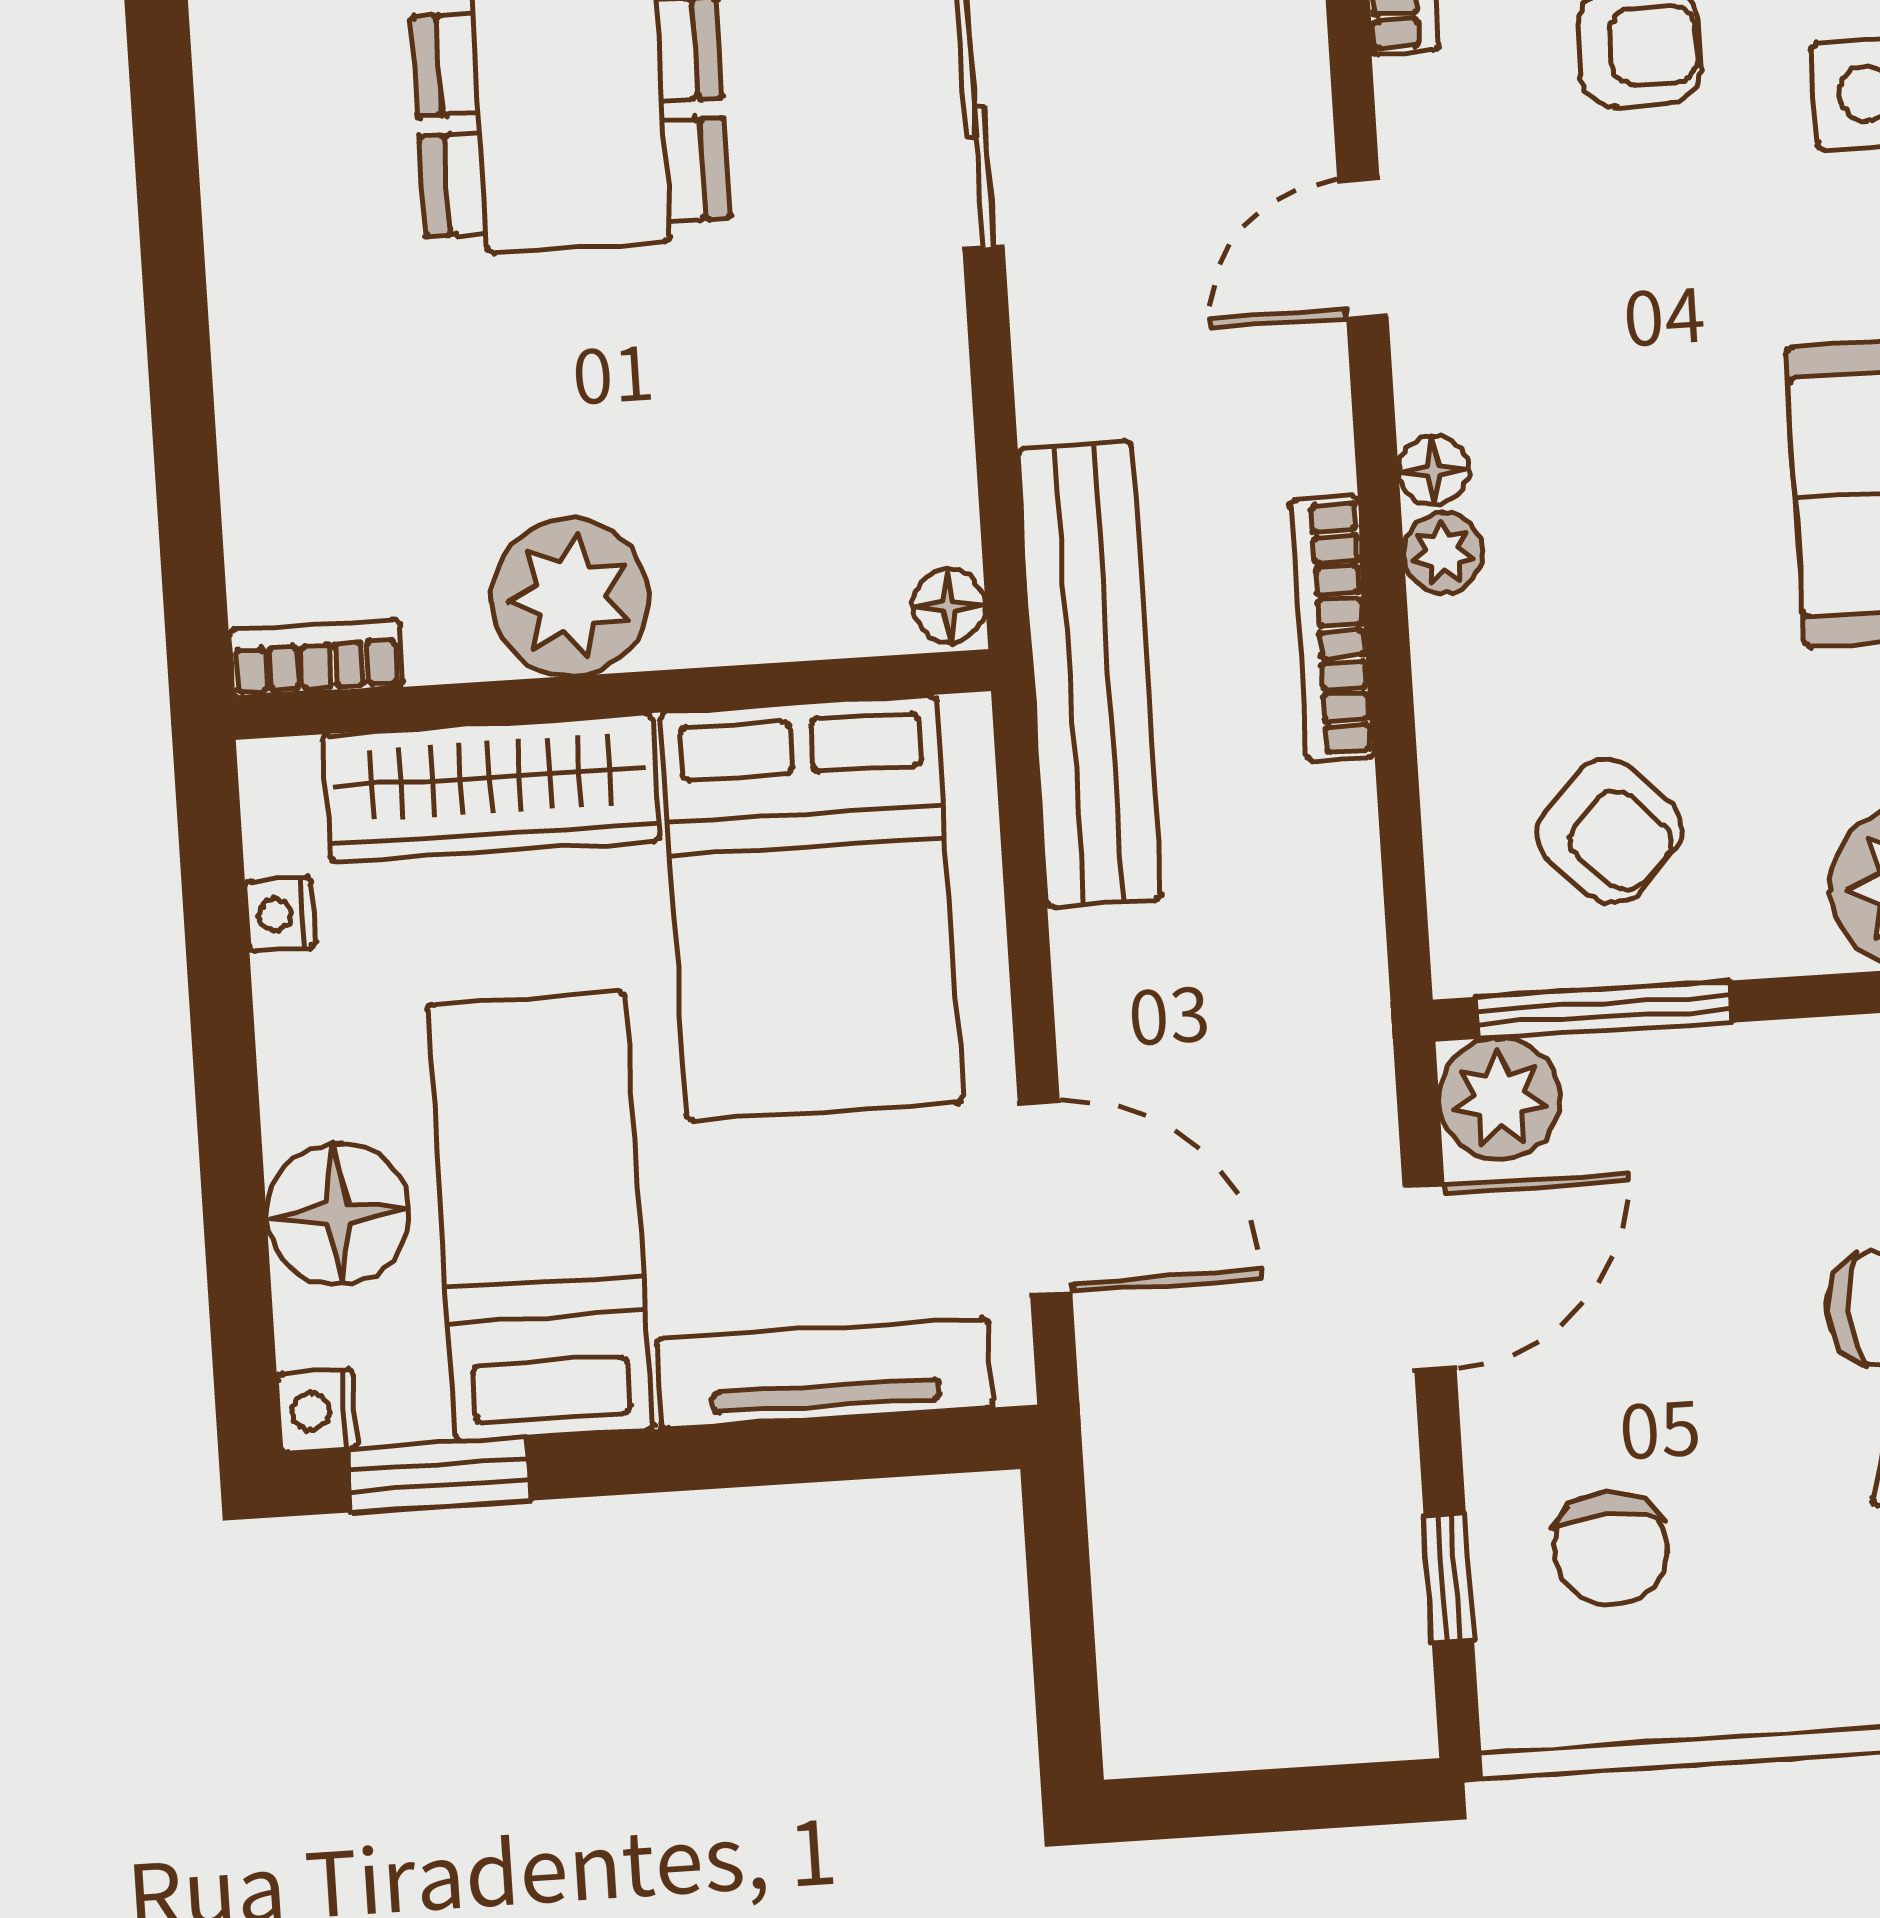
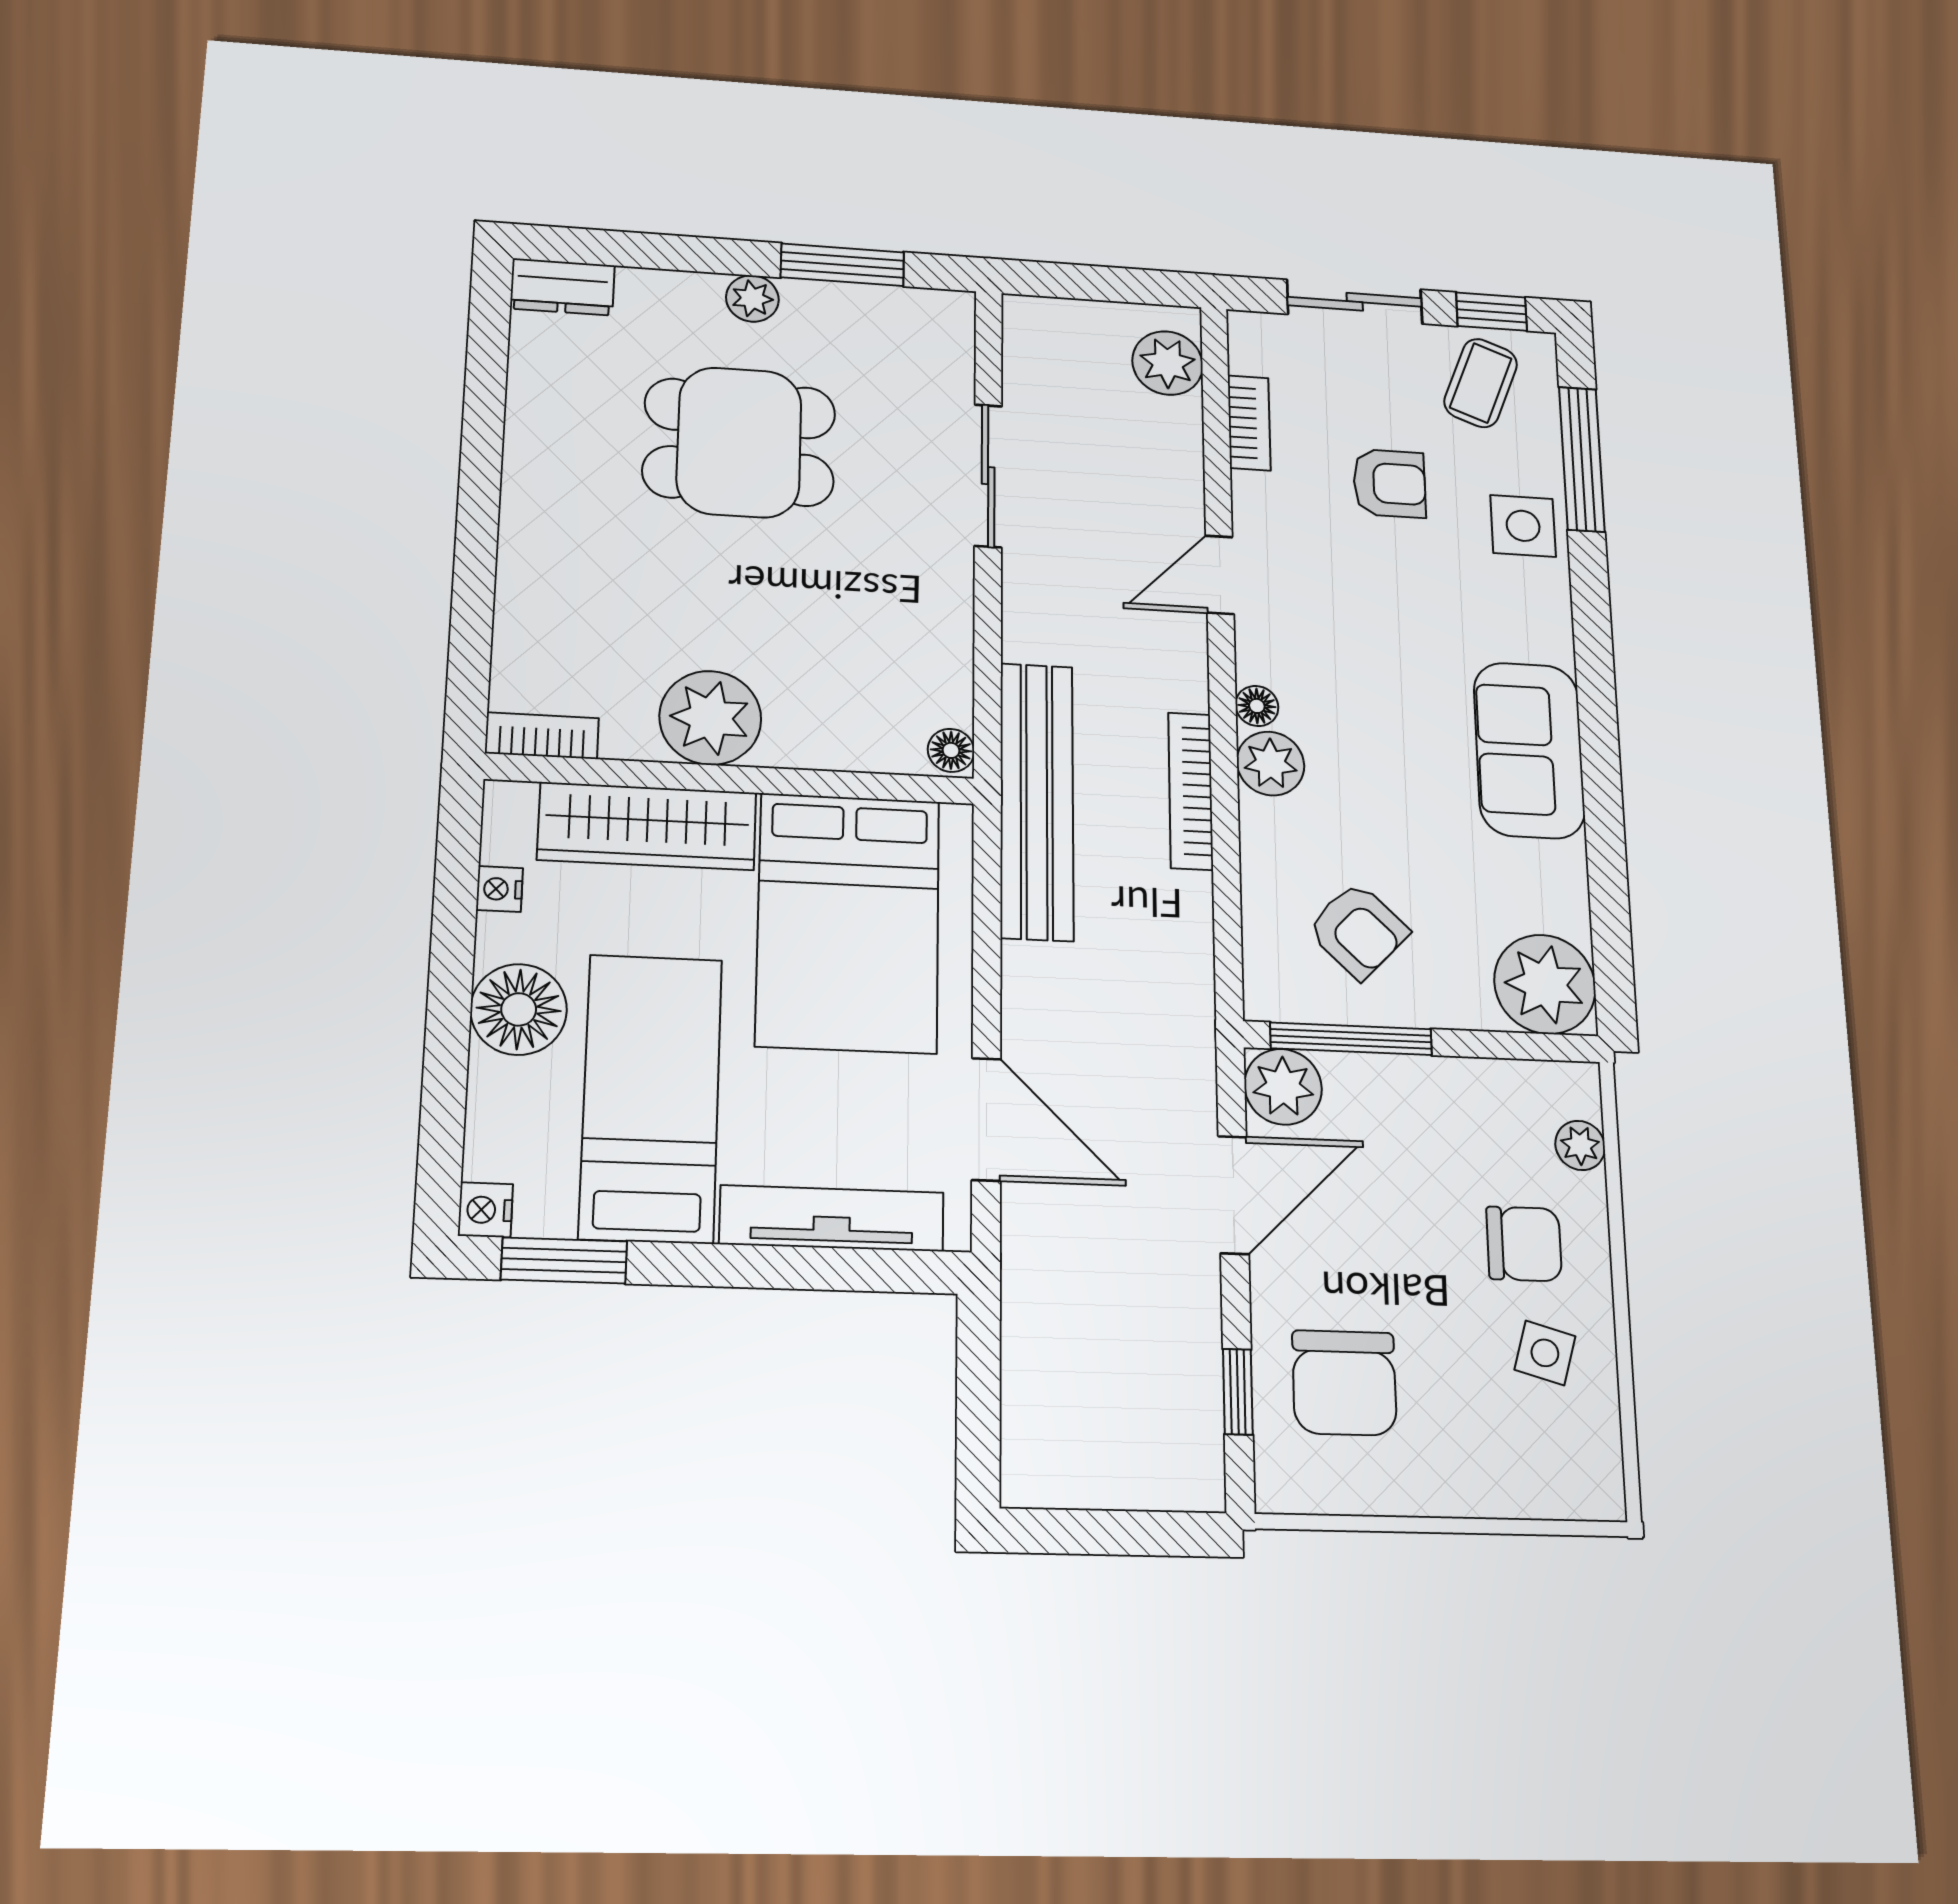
plant: (1443, 553) -> (1270, 764), width x1.38, depth x1.38
floor lamp: (338, 1214) -> (519, 1009), moved
chair: (1610, 1548) -> (1344, 1383), width x1.37, depth x1.37

